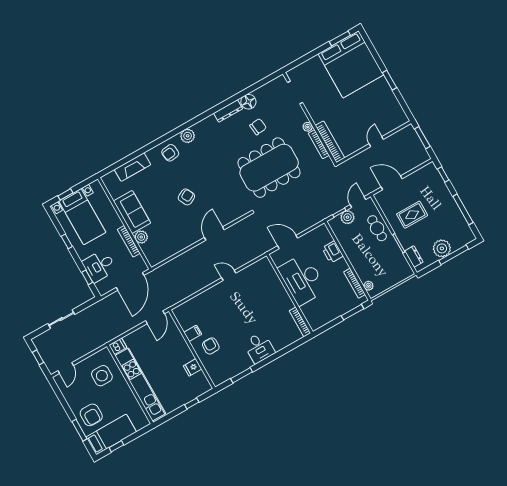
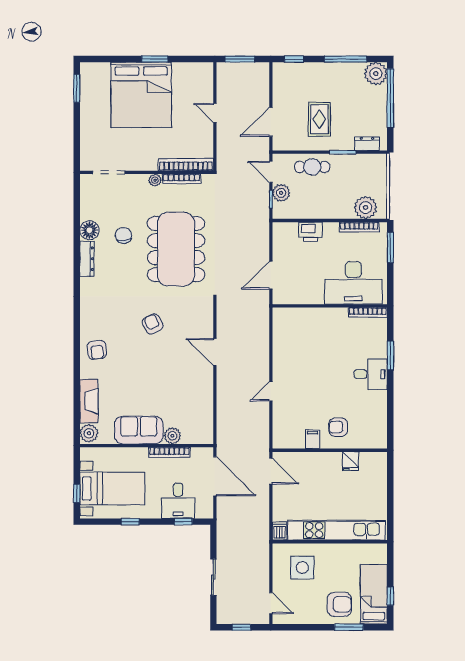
bed: (351, 64) -> (141, 95), moved, turned 90
plant: (188, 136) -> (89, 433), moved
armchair: (186, 197) -> (153, 324), moved
plant: (442, 248) -> (376, 74), moved
window: (454, 255) -> (390, 98), width x1.46
door: (229, 275) -> (271, 391), moved
desk: (302, 279) -> (353, 283), moved
plant: (369, 286) -> (366, 208), width x1.87, depth x1.87
window: (242, 375) -> (390, 356), moved
window: (192, 403) -> (390, 485), removed

